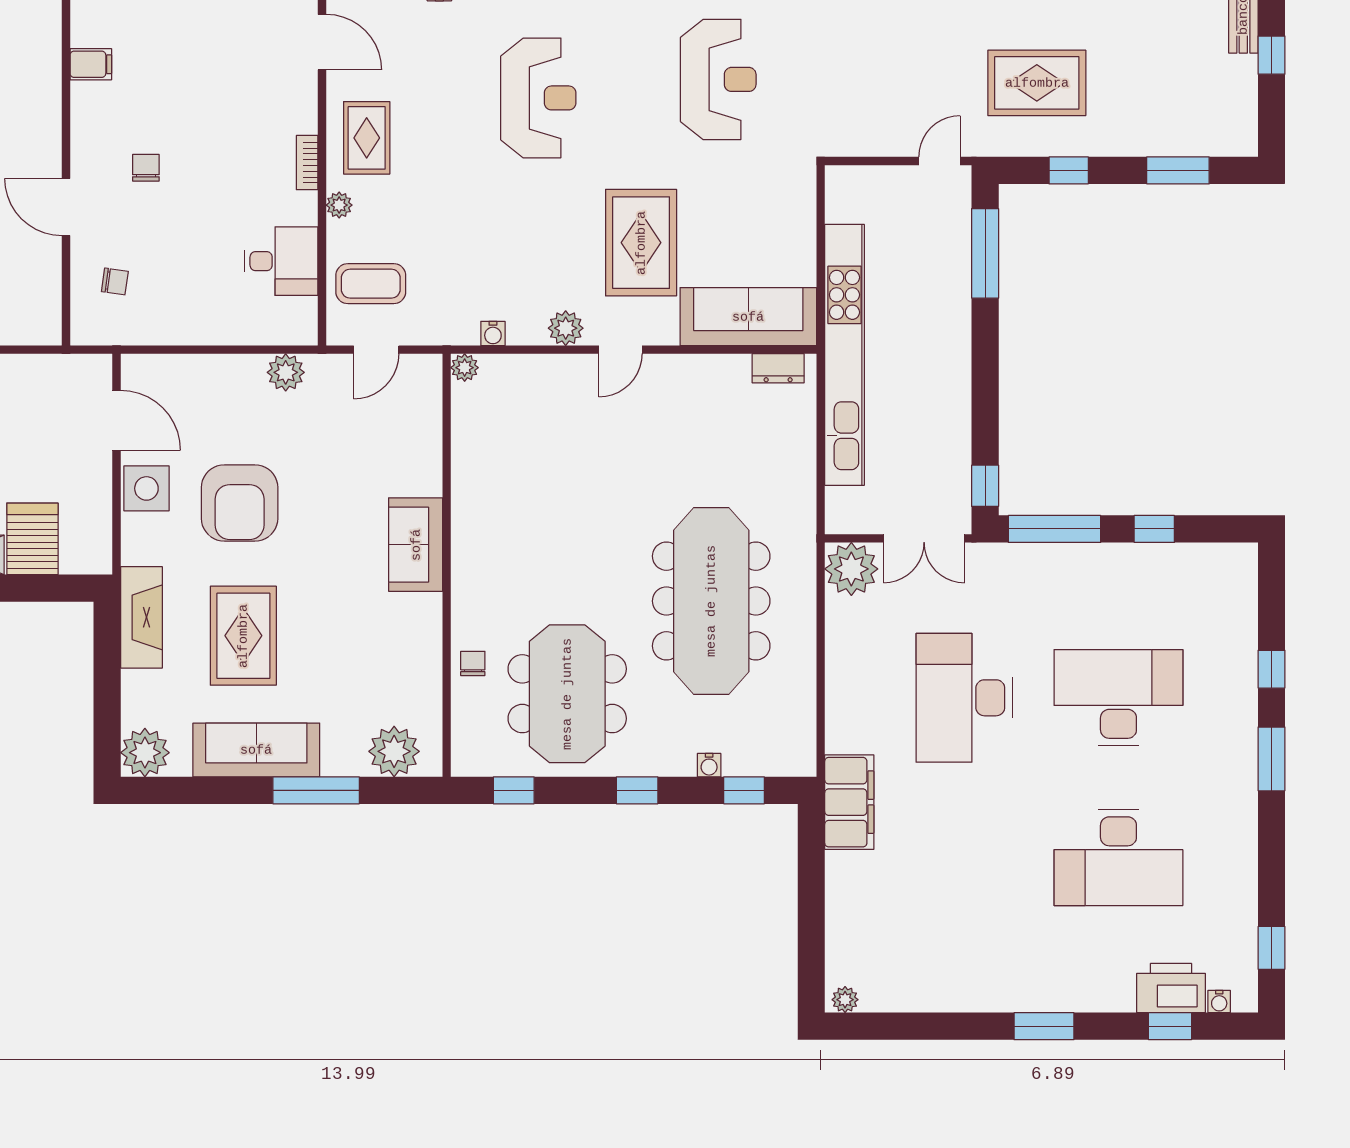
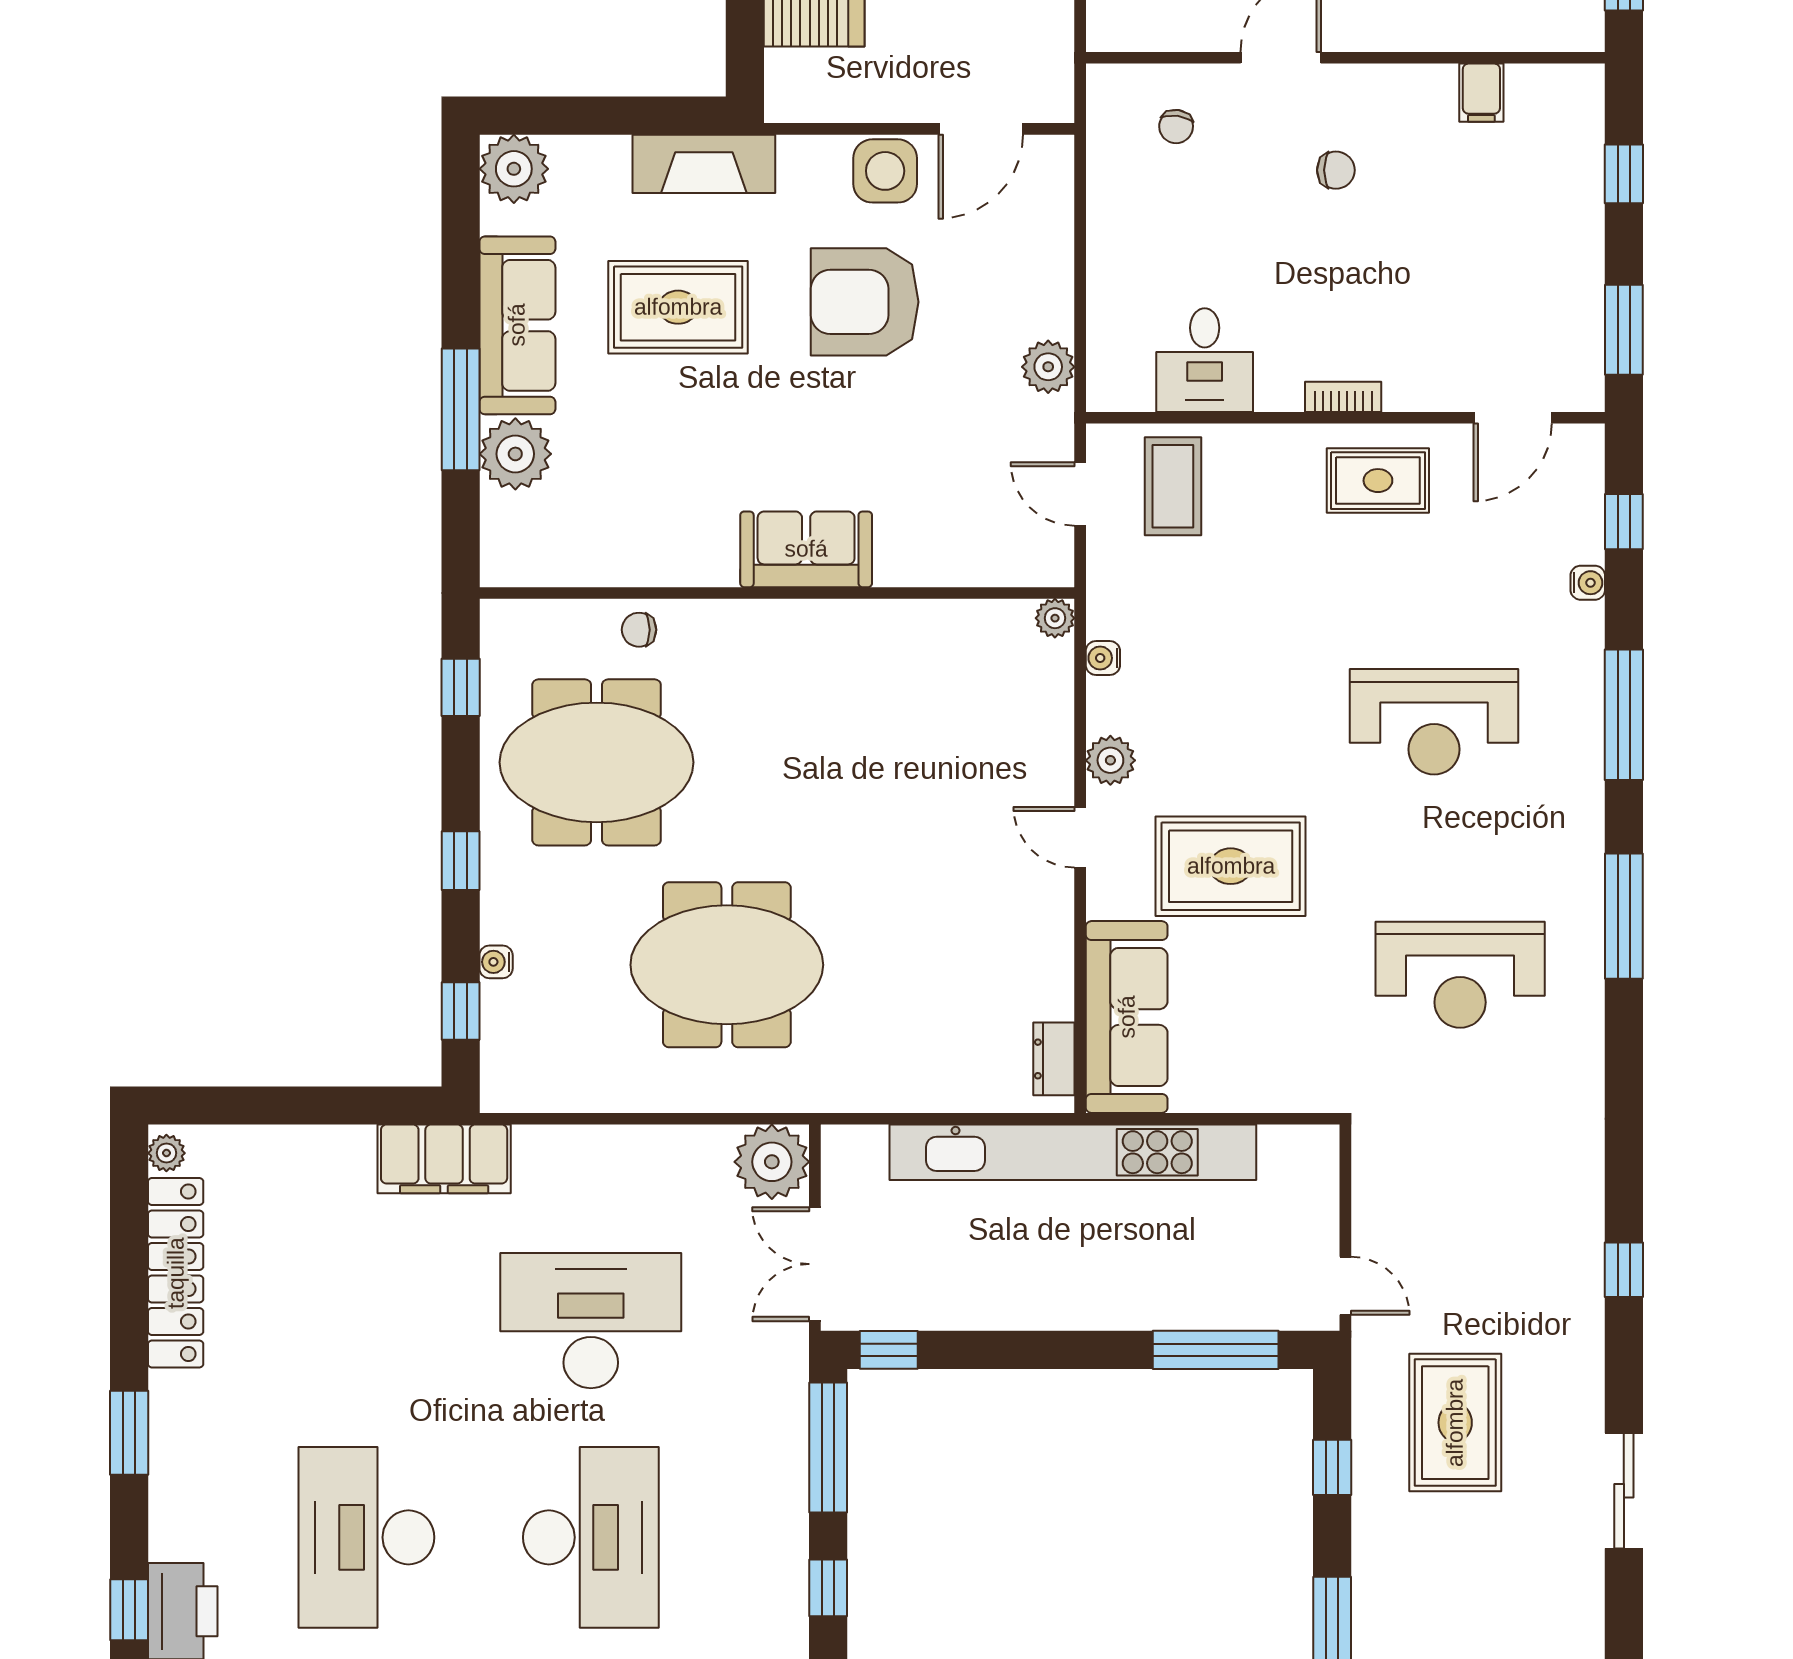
plant: (339, 205) -> (1284, 442), removed
meeting table: (711, 601) -> (727, 965), width x0.73
chair: (473, 663) -> (639, 630), turned 180
plant: (394, 751) -> (515, 454), moved
locker: (930, 993) -> (176, 1273), added

